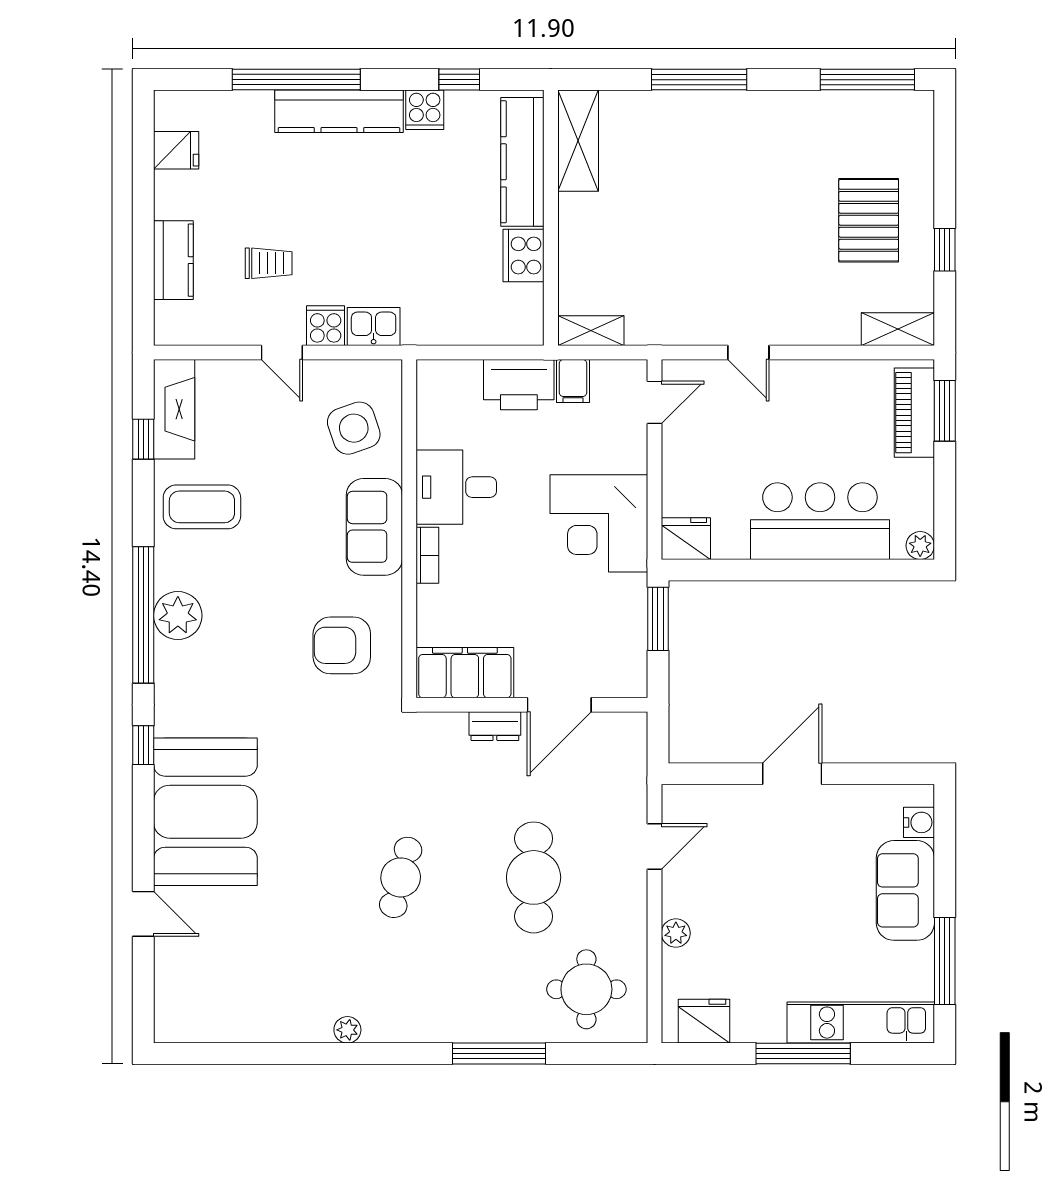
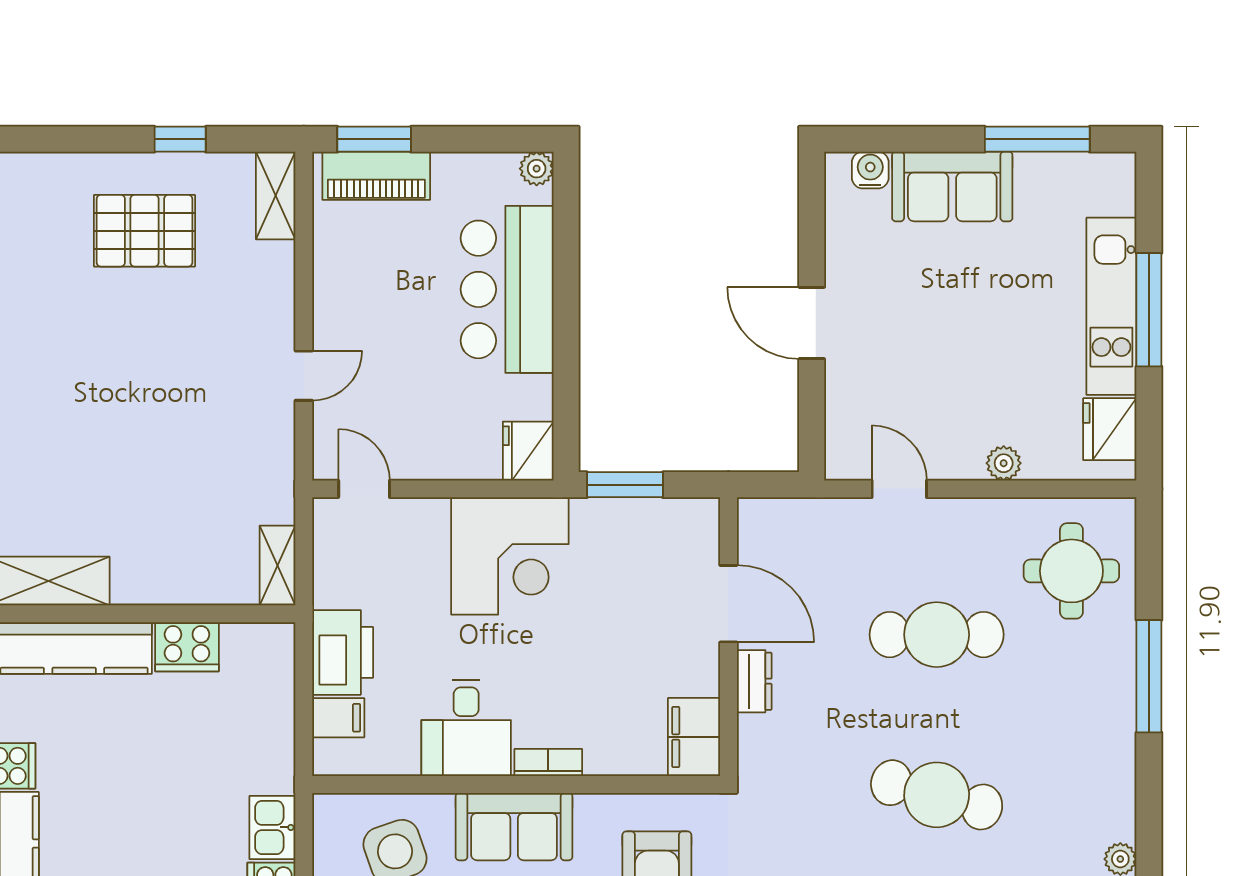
filing cabinet: (573, 381) -> (338, 718), moved
filing cabinet: (465, 673) -> (694, 737), width x0.67, depth x0.86
cafe table: (401, 877) -> (937, 795), width x1.37, depth x1.35
kitchen unit: (861, 1023) -> (1111, 306), moved

